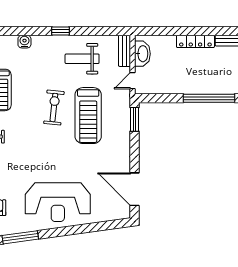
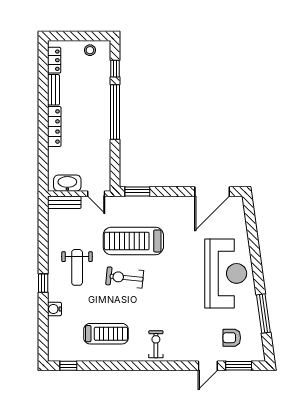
window: (60, 31) -> (43, 283), moved
weight bench: (82, 59) -> (77, 267), moved
treadmill: (88, 116) -> (133, 241), turned 180

